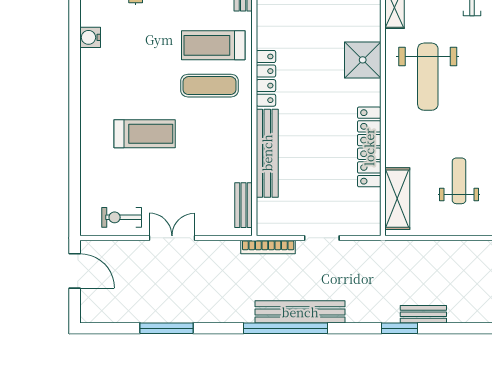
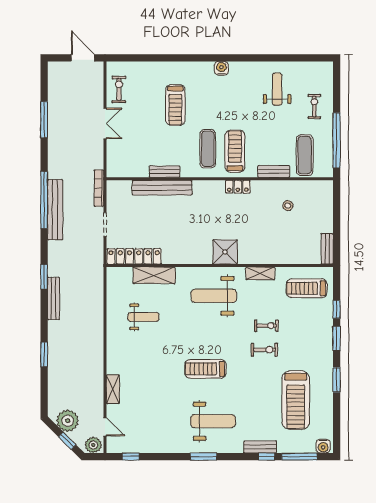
water cooler: (90, 37) -> (221, 68), moved
locker: (266, 78) -> (238, 187), moved, width x0.66
locker: (369, 147) -> (134, 256), moved
shelving: (397, 199) -> (154, 275), moved
bench: (244, 205) -> (164, 172), moved
door: (75, 271) -> (83, 58), swing flipped
bench: (423, 314) -> (54, 299), width x1.36

